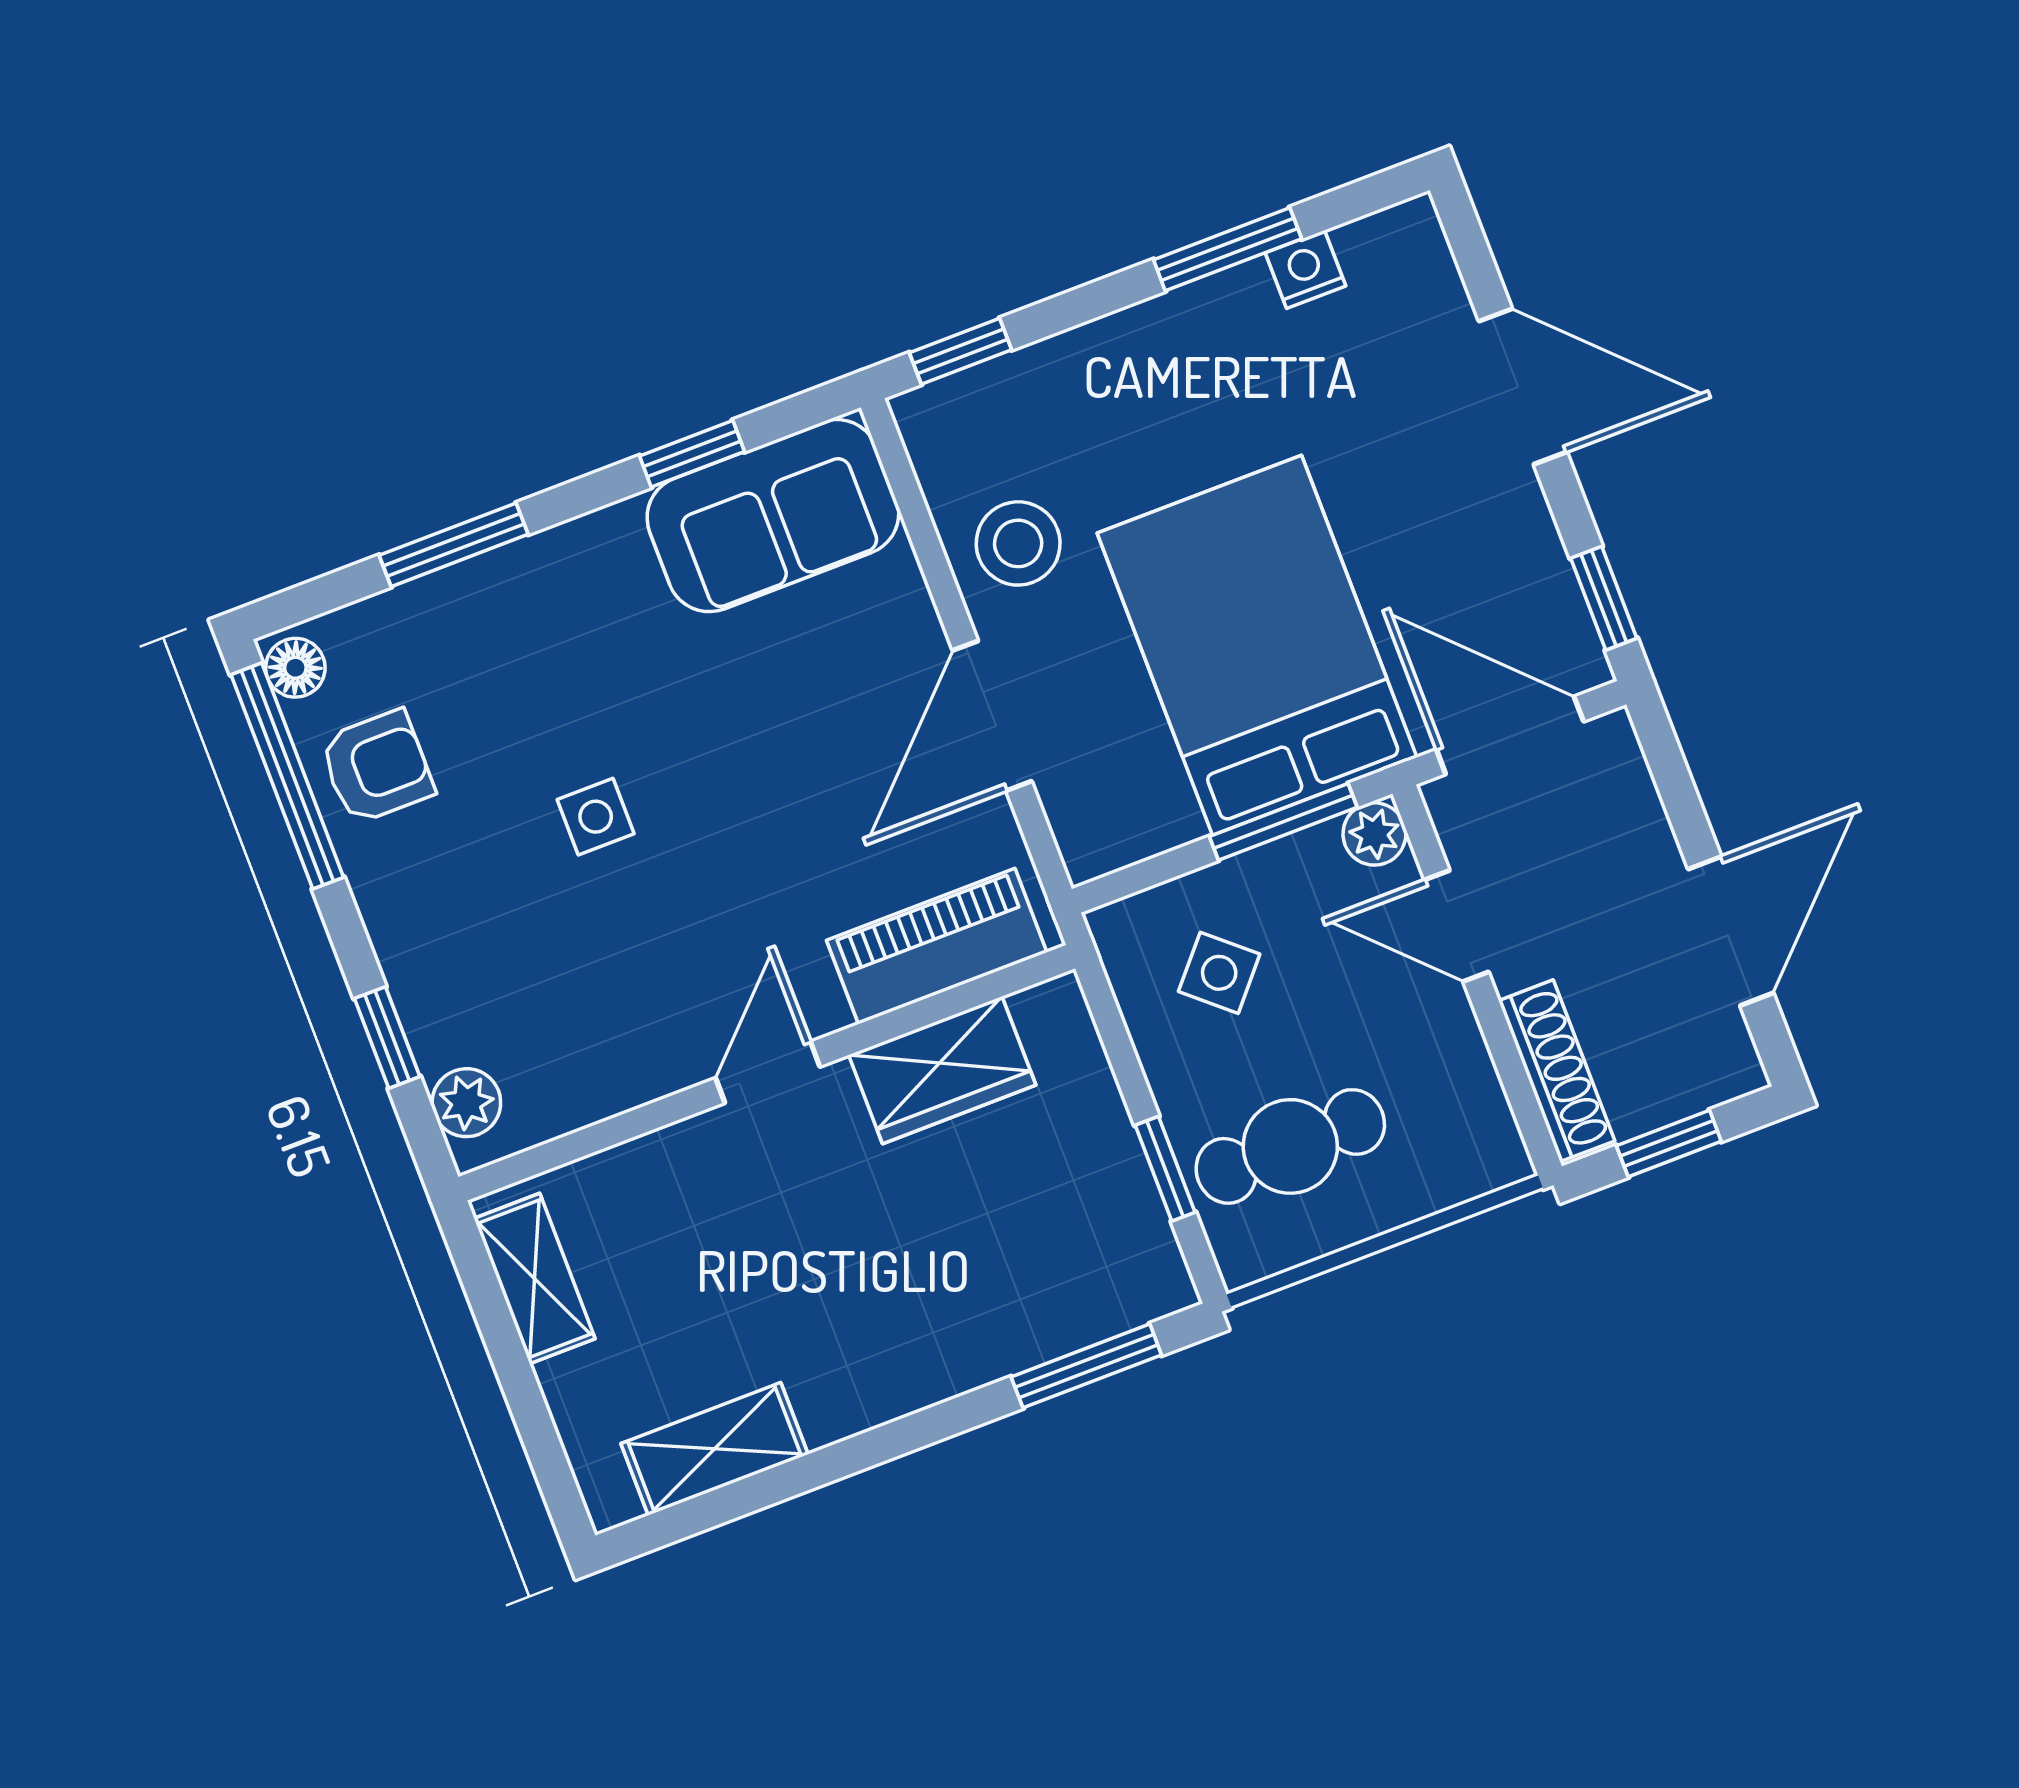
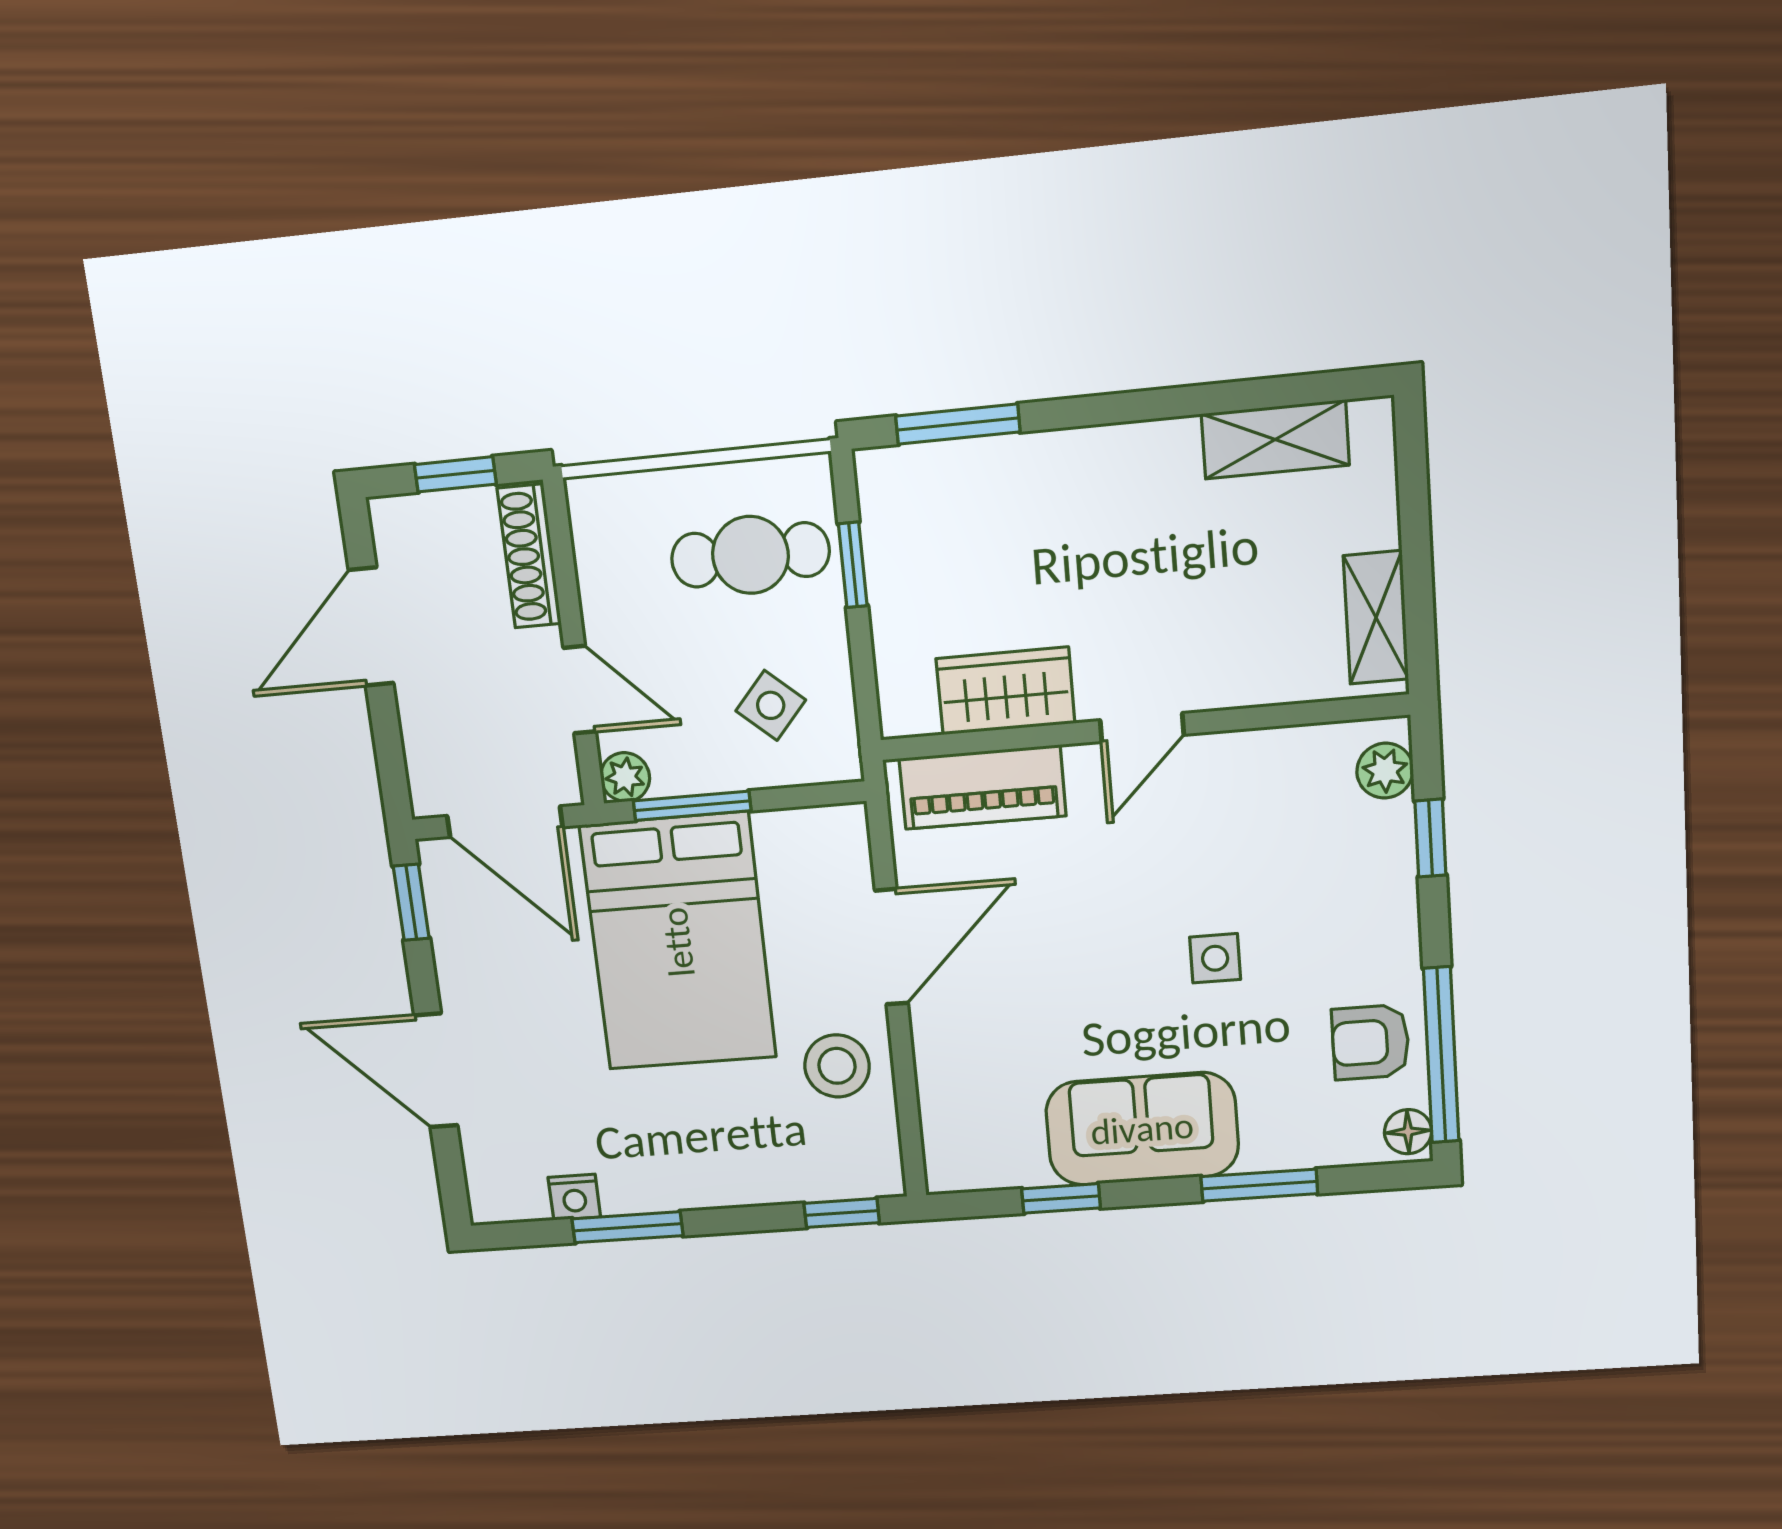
sofa: (773, 516) -> (1142, 1129), moved

